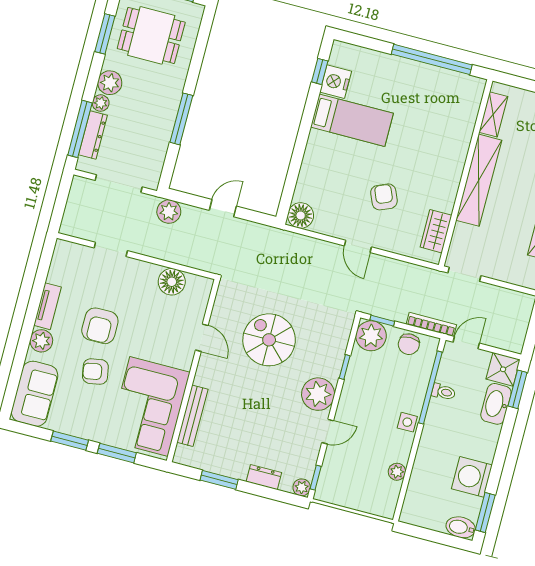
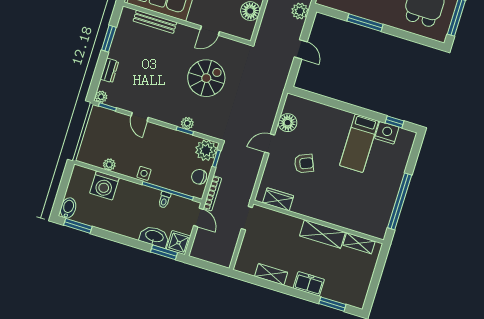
shelving: (479, 180) -> (322, 234), width x0.68
floor lamp: (301, 215) -> (288, 123), moved
plant: (318, 394) -> (187, 123), moved, width x0.53, depth x0.53
washing machine: (472, 477) -> (104, 185), moved, turned 180

